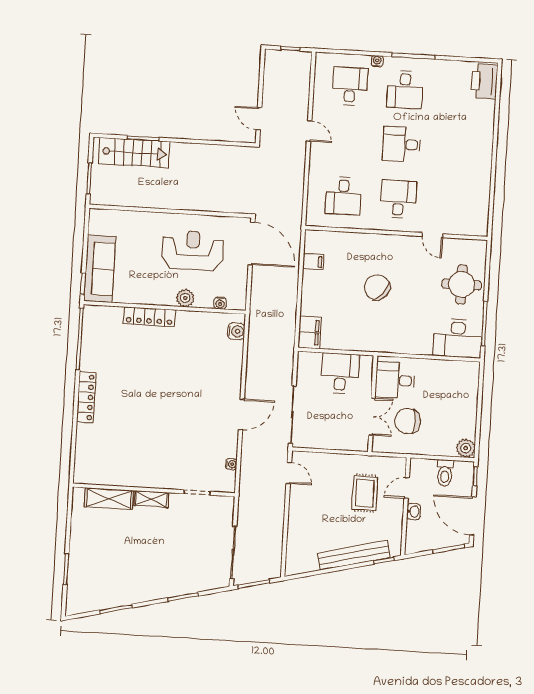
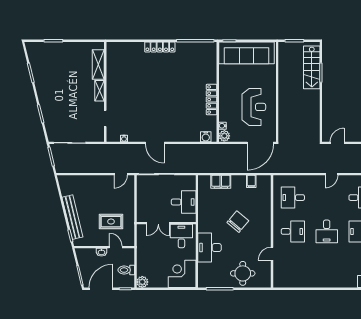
desk: (402, 144) -> (327, 231), turned 180
sofa: (100, 269) -> (247, 53), width x1.36, depth x1.27
plant: (185, 298) -> (224, 136), moved
locker: (149, 317) -> (212, 100), moved
filing cabinet: (309, 332) -> (221, 182), moved
desk: (458, 338) -> (210, 248), moved
corner desk: (457, 383) -> (182, 274), added
chair: (408, 421) -> (157, 245), removed

